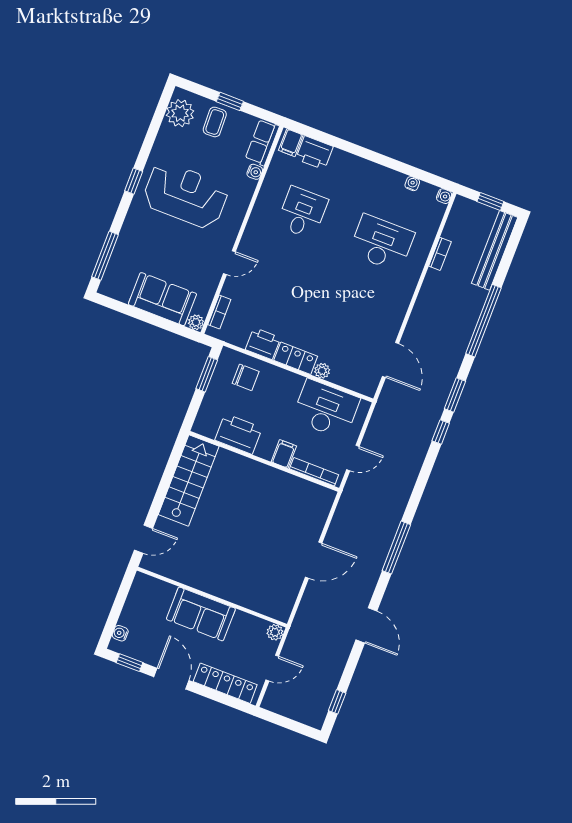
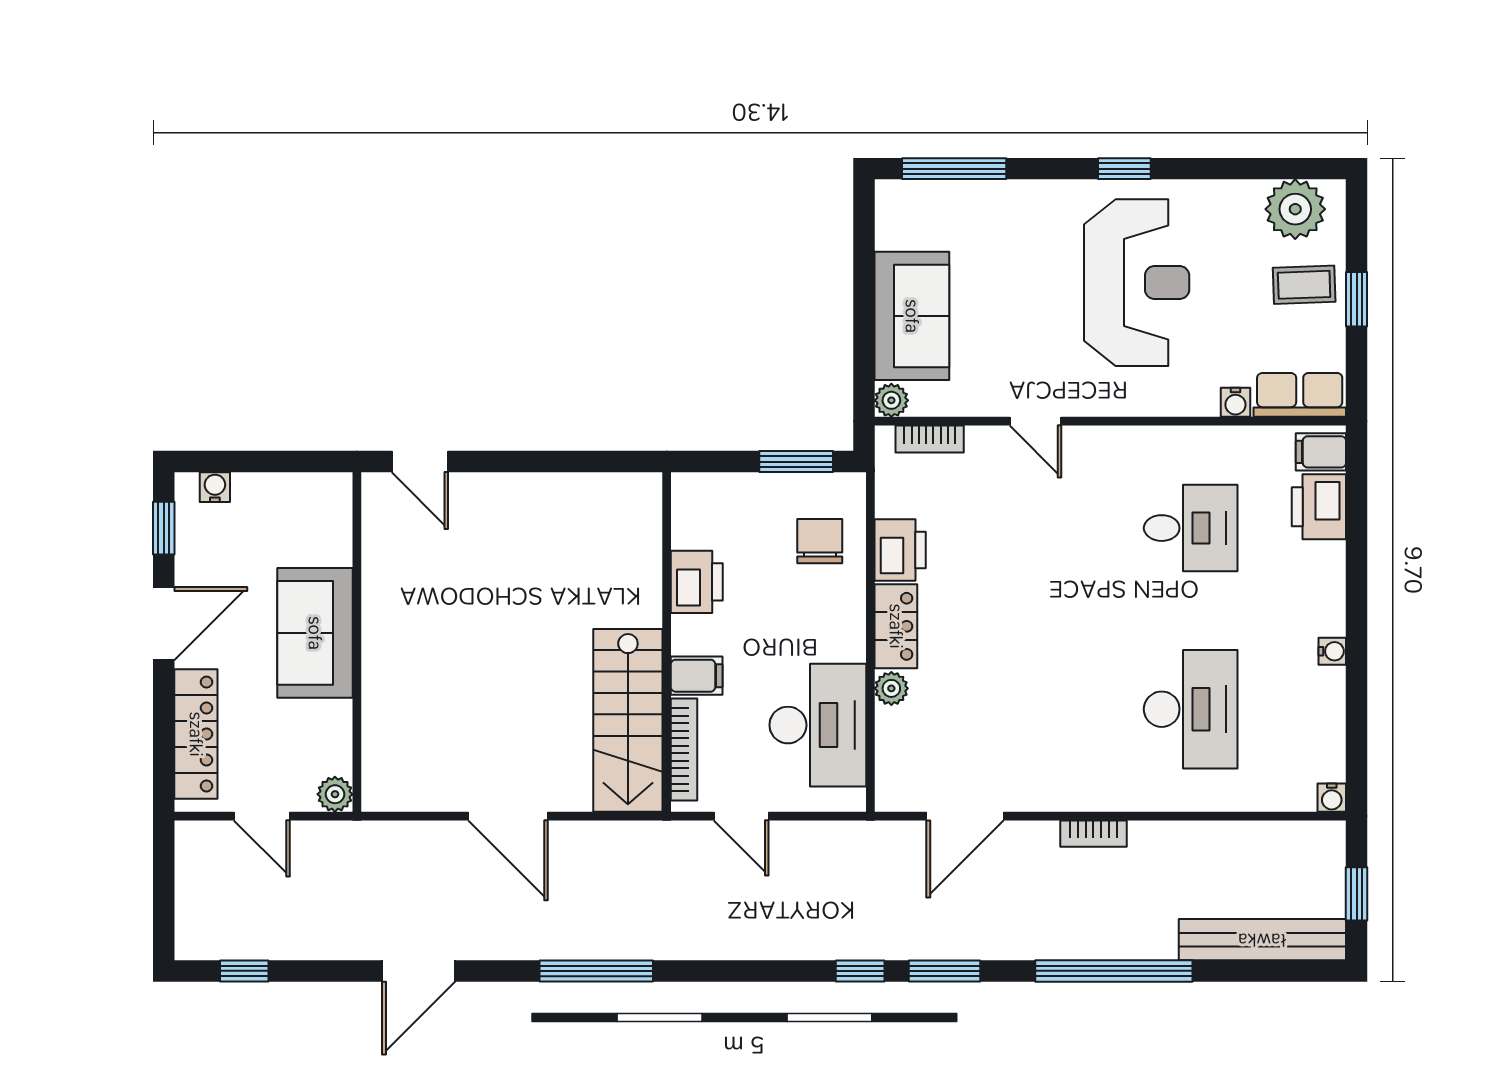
water cooler: (412, 184) -> (1332, 651), moved
bookcase: (440, 254) -> (1093, 834), moved
chair: (246, 377) -> (820, 541), turned 180
printer: (238, 434) -> (697, 582), width x0.73, depth x0.84
stairs: (189, 480) -> (628, 720), moved, turned 90

